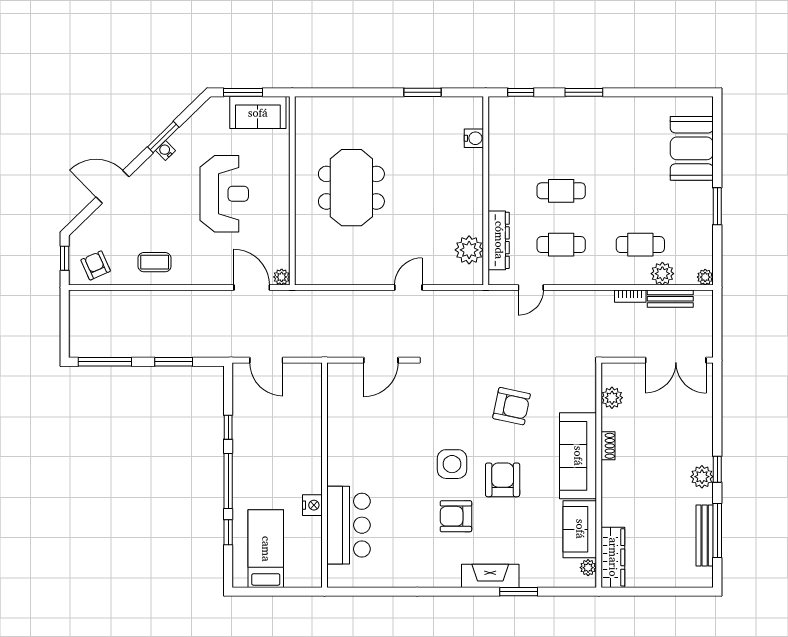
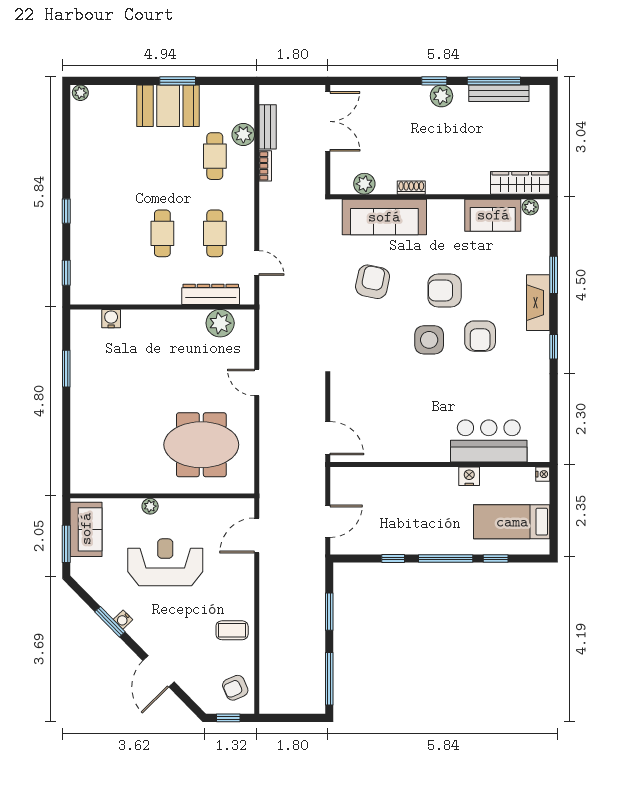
window: (584, 92) -> (66, 211), width x0.67
booth: (692, 148) -> (168, 106), moved
meeting table: (351, 188) -> (201, 445), moved
coffee table: (155, 262) -> (232, 630), turned 90
plant: (282, 277) -> (150, 506), moved
plant: (705, 277) -> (80, 93), moved
door: (381, 360) -> (328, 438), moved
sofa: (578, 456) -> (384, 217), moved
nightstand: (314, 581) -> (543, 474), added
window: (445, 592) -> (554, 347), added

